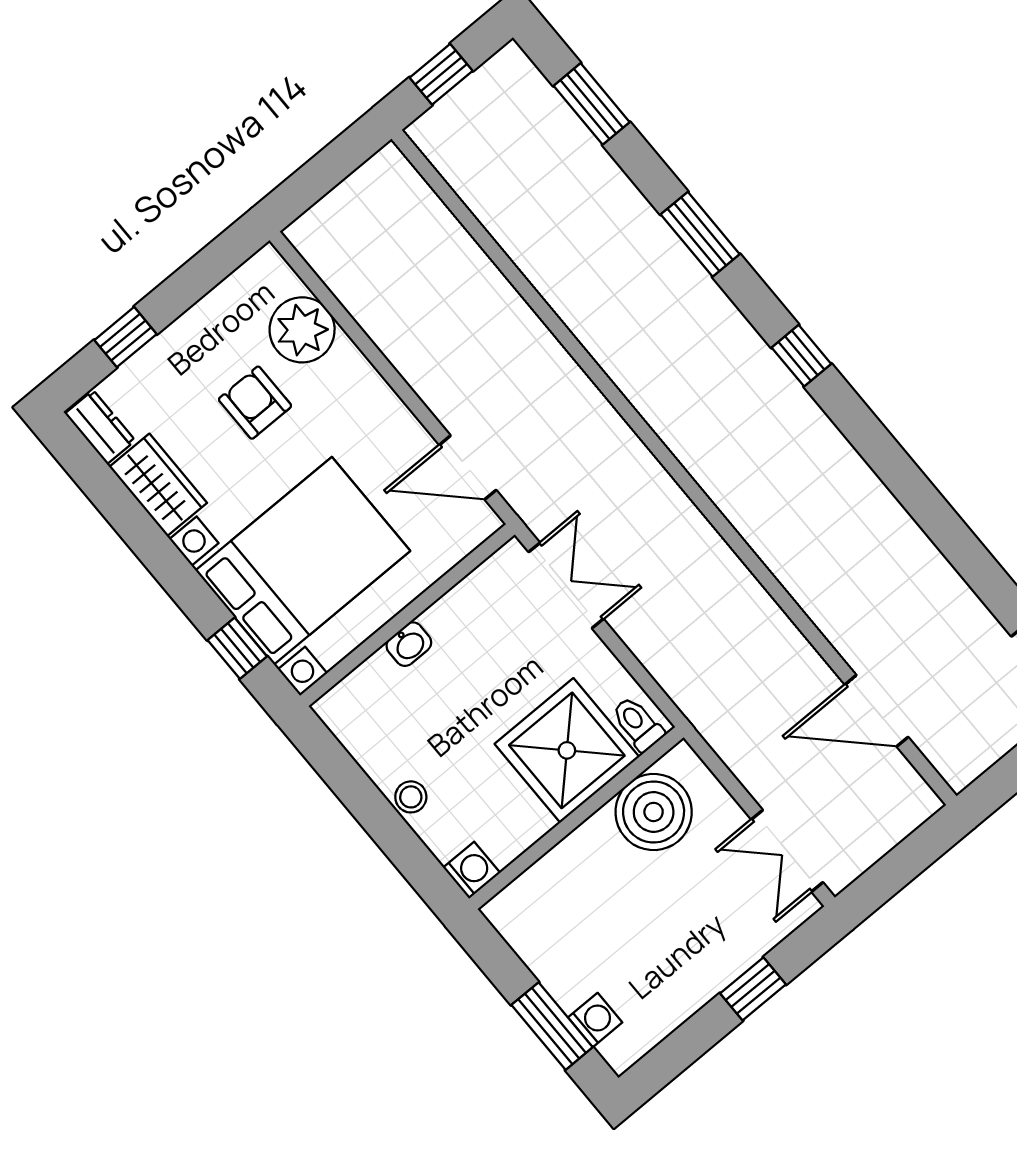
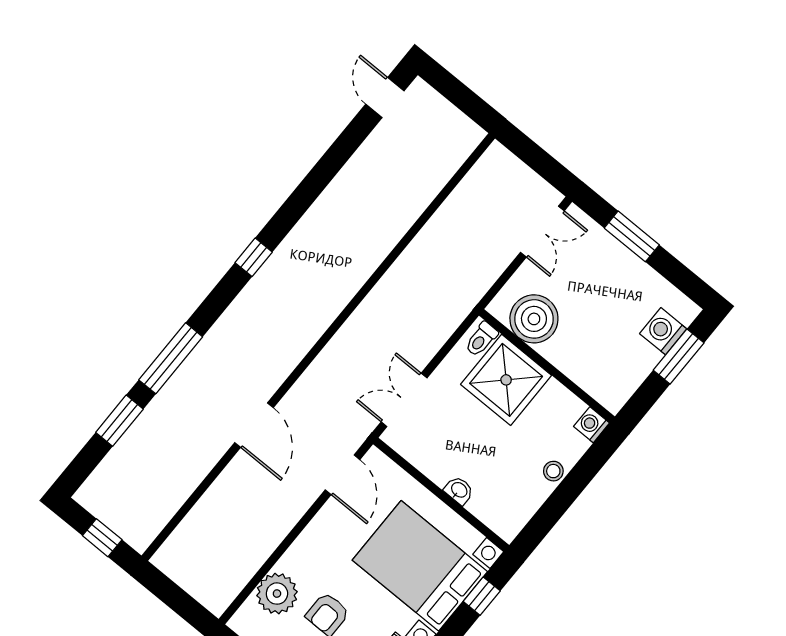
window: (592, 104) -> (119, 421), moved
window: (700, 234) -> (171, 358), width x1.44
window: (801, 356) -> (254, 257), moved
door: (877, 711) -> (254, 425), moved
window: (753, 989) -> (632, 236), width x1.50
washing machine: (595, 1020) -> (663, 331), width x1.38, depth x1.38

